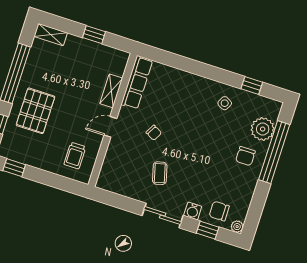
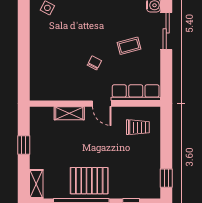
row of seats: (137, 82) -> (136, 93), moved
pallet: (35, 111) -> (89, 181), moved

